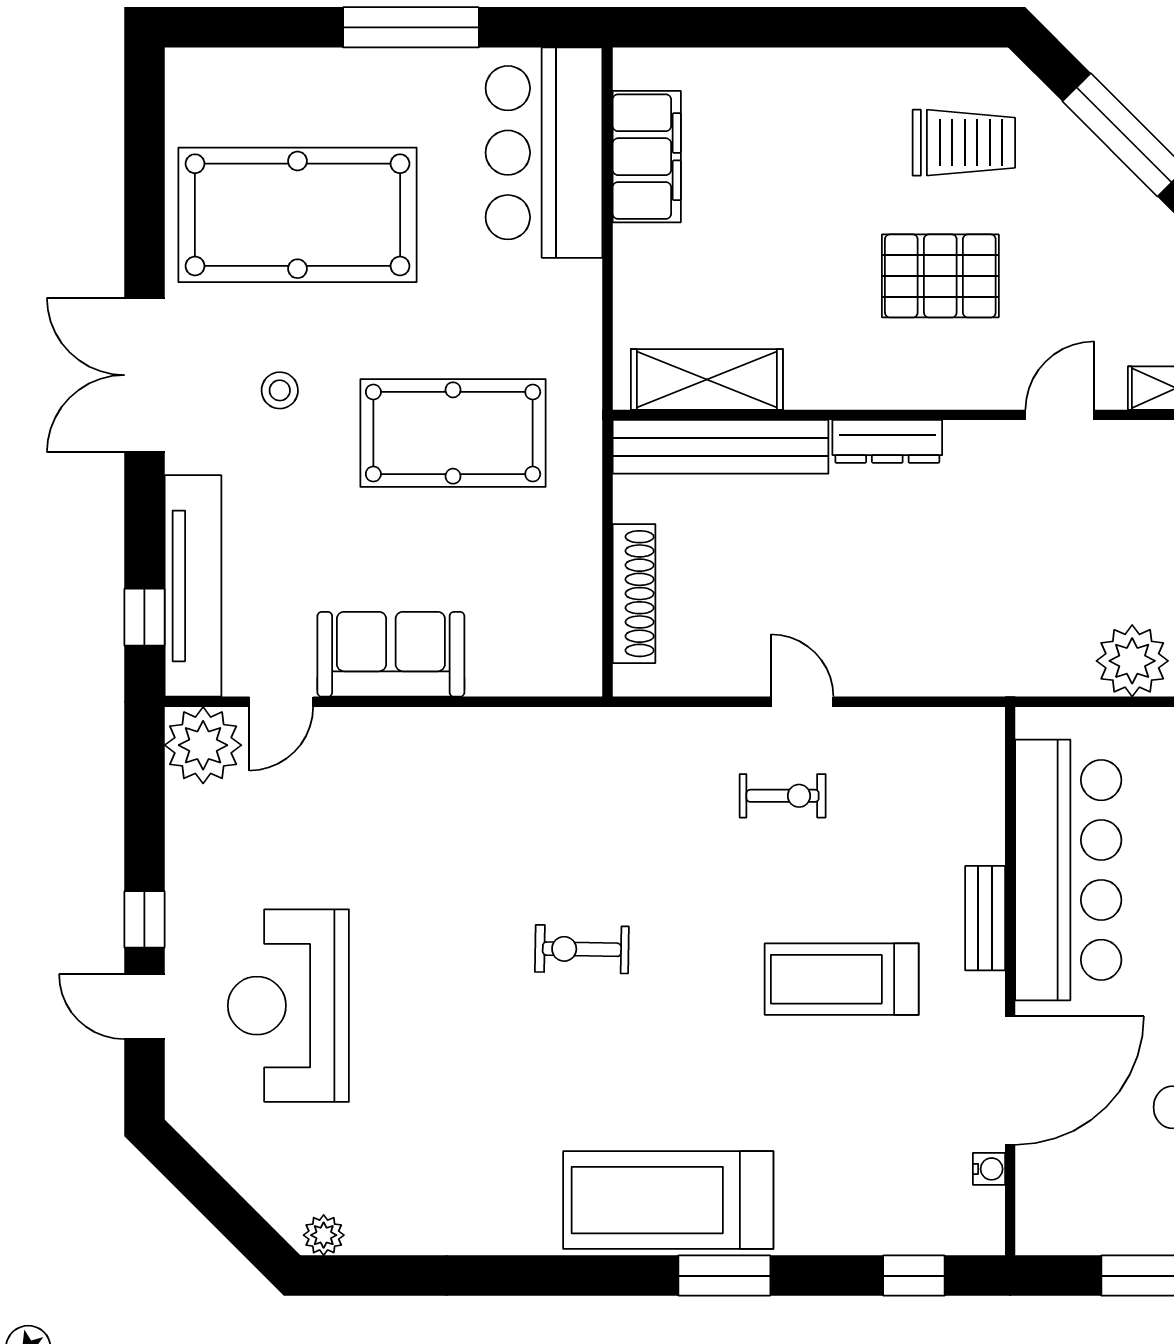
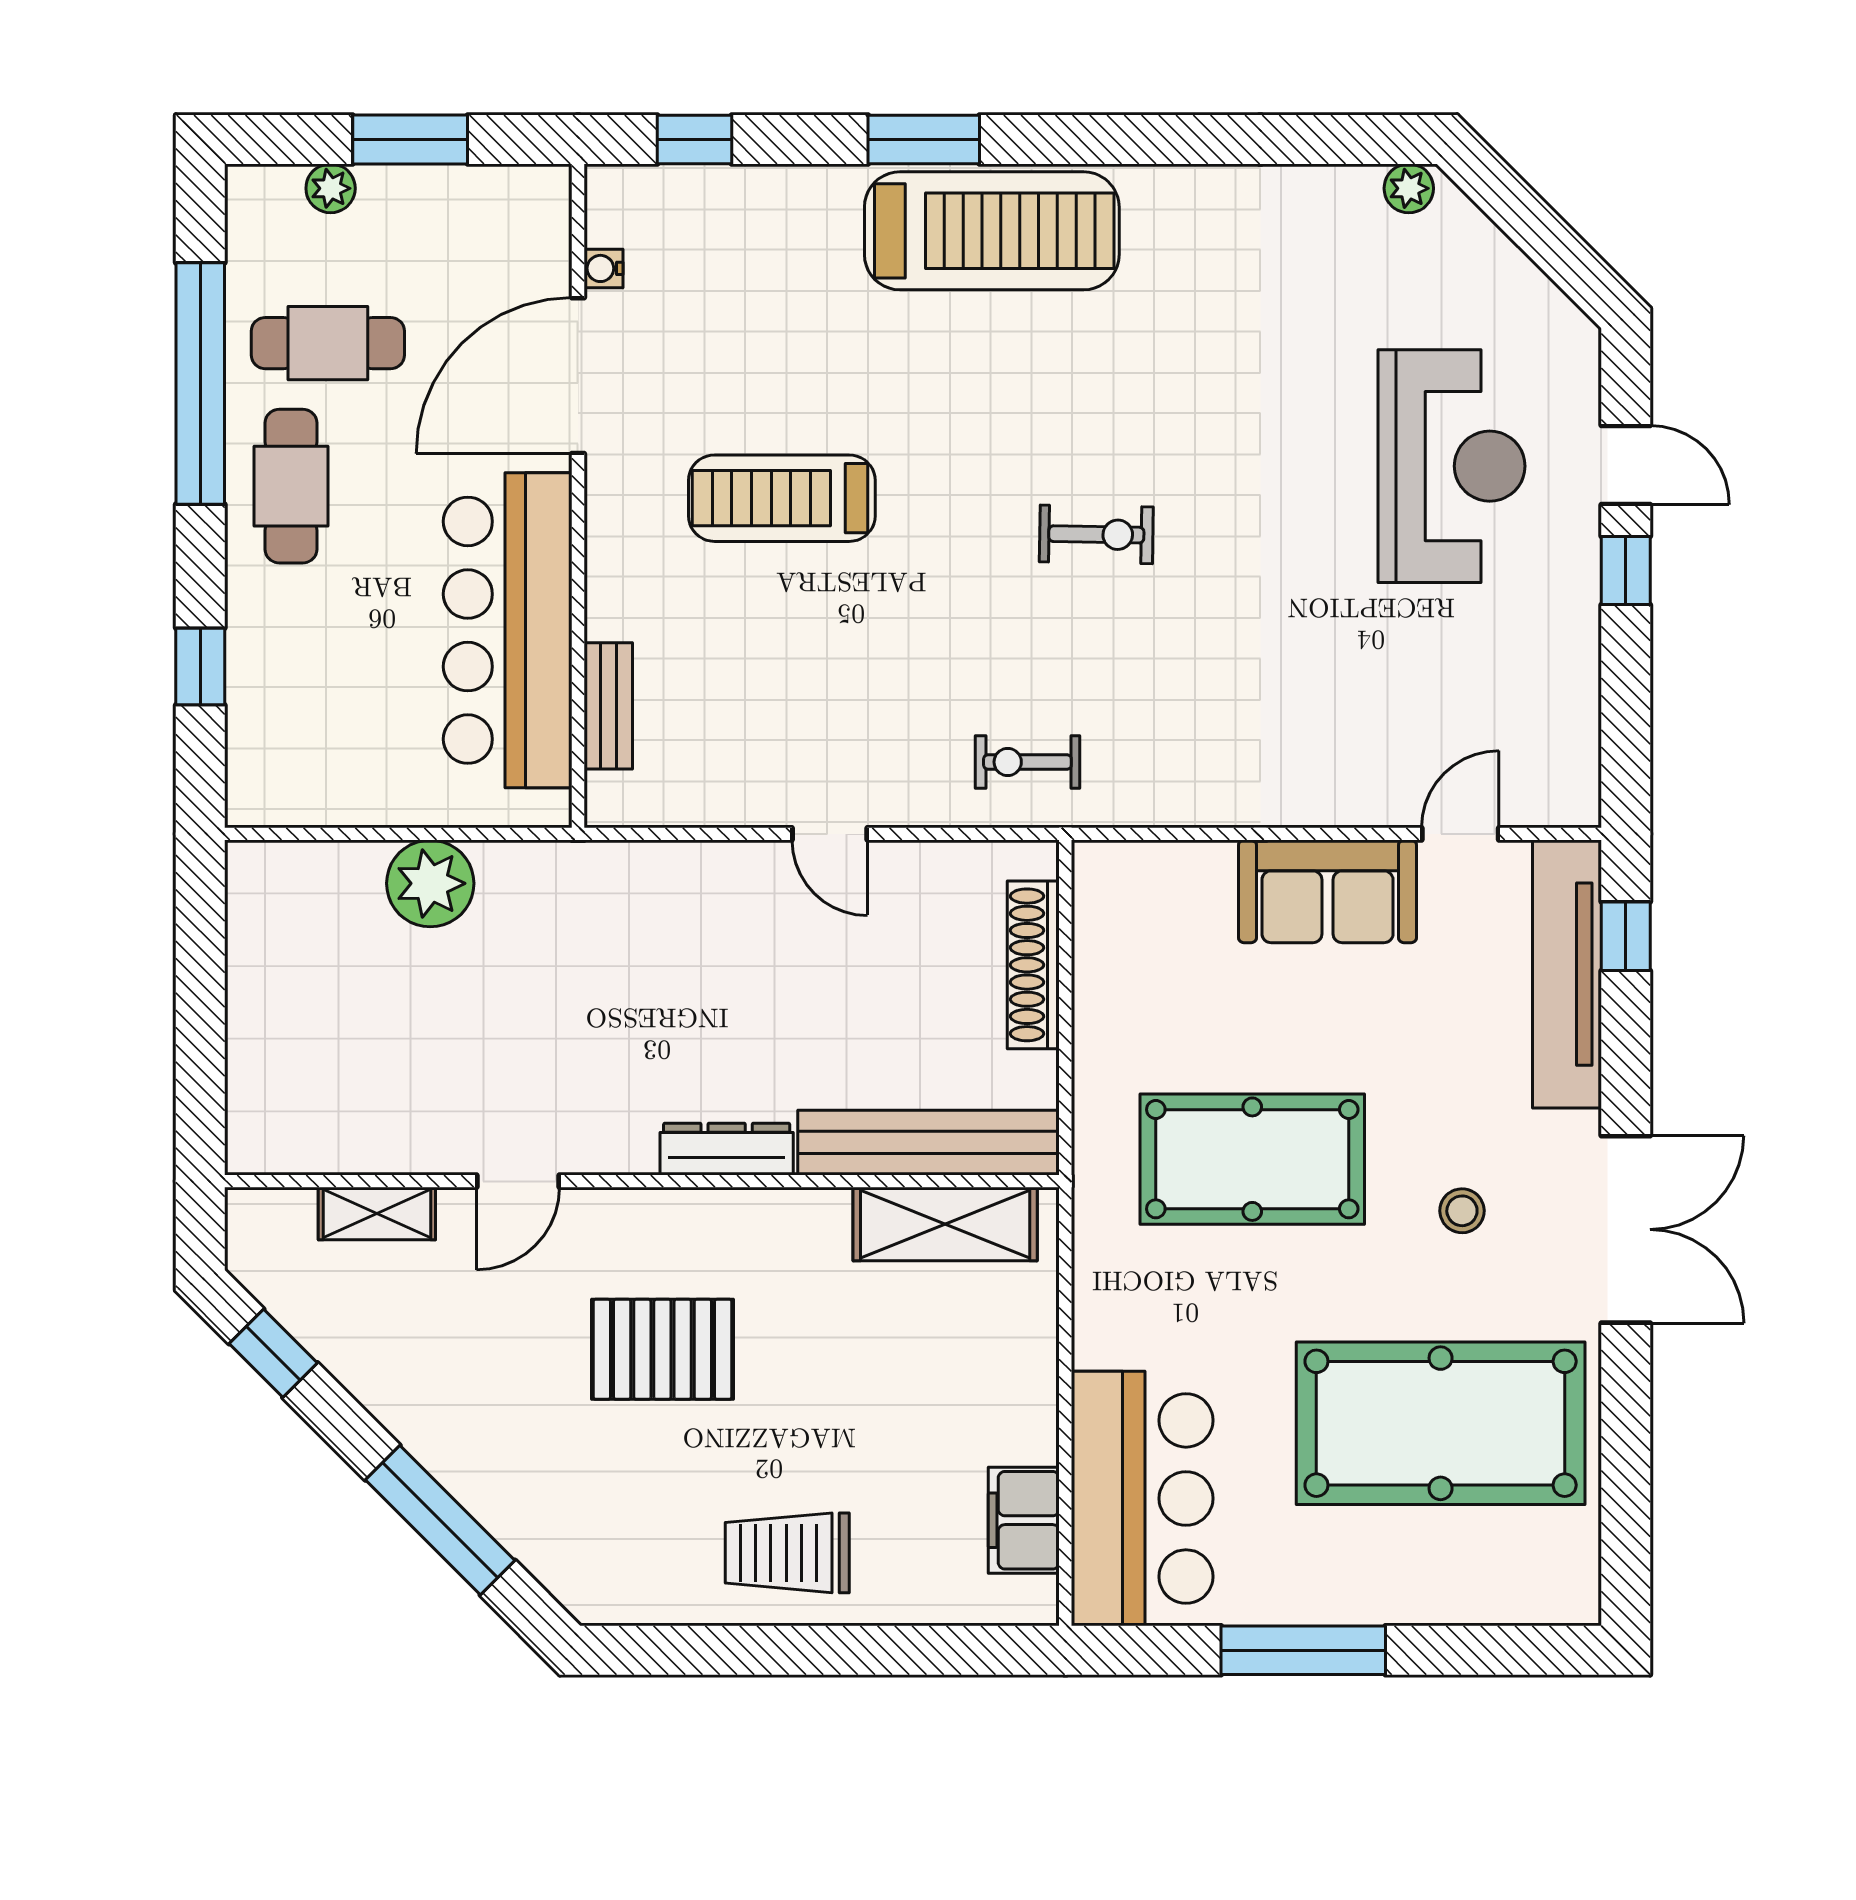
trolley: (964, 143) -> (787, 1553), moved
filing cabinet: (647, 157) -> (1024, 1520), width x0.67, depth x0.86
plant: (203, 745) -> (1555, 781), removed
exercise bike: (783, 796) -> (1027, 762), moved
bench: (985, 918) -> (608, 706), moved
treadmill: (842, 979) -> (782, 498), turned 180

